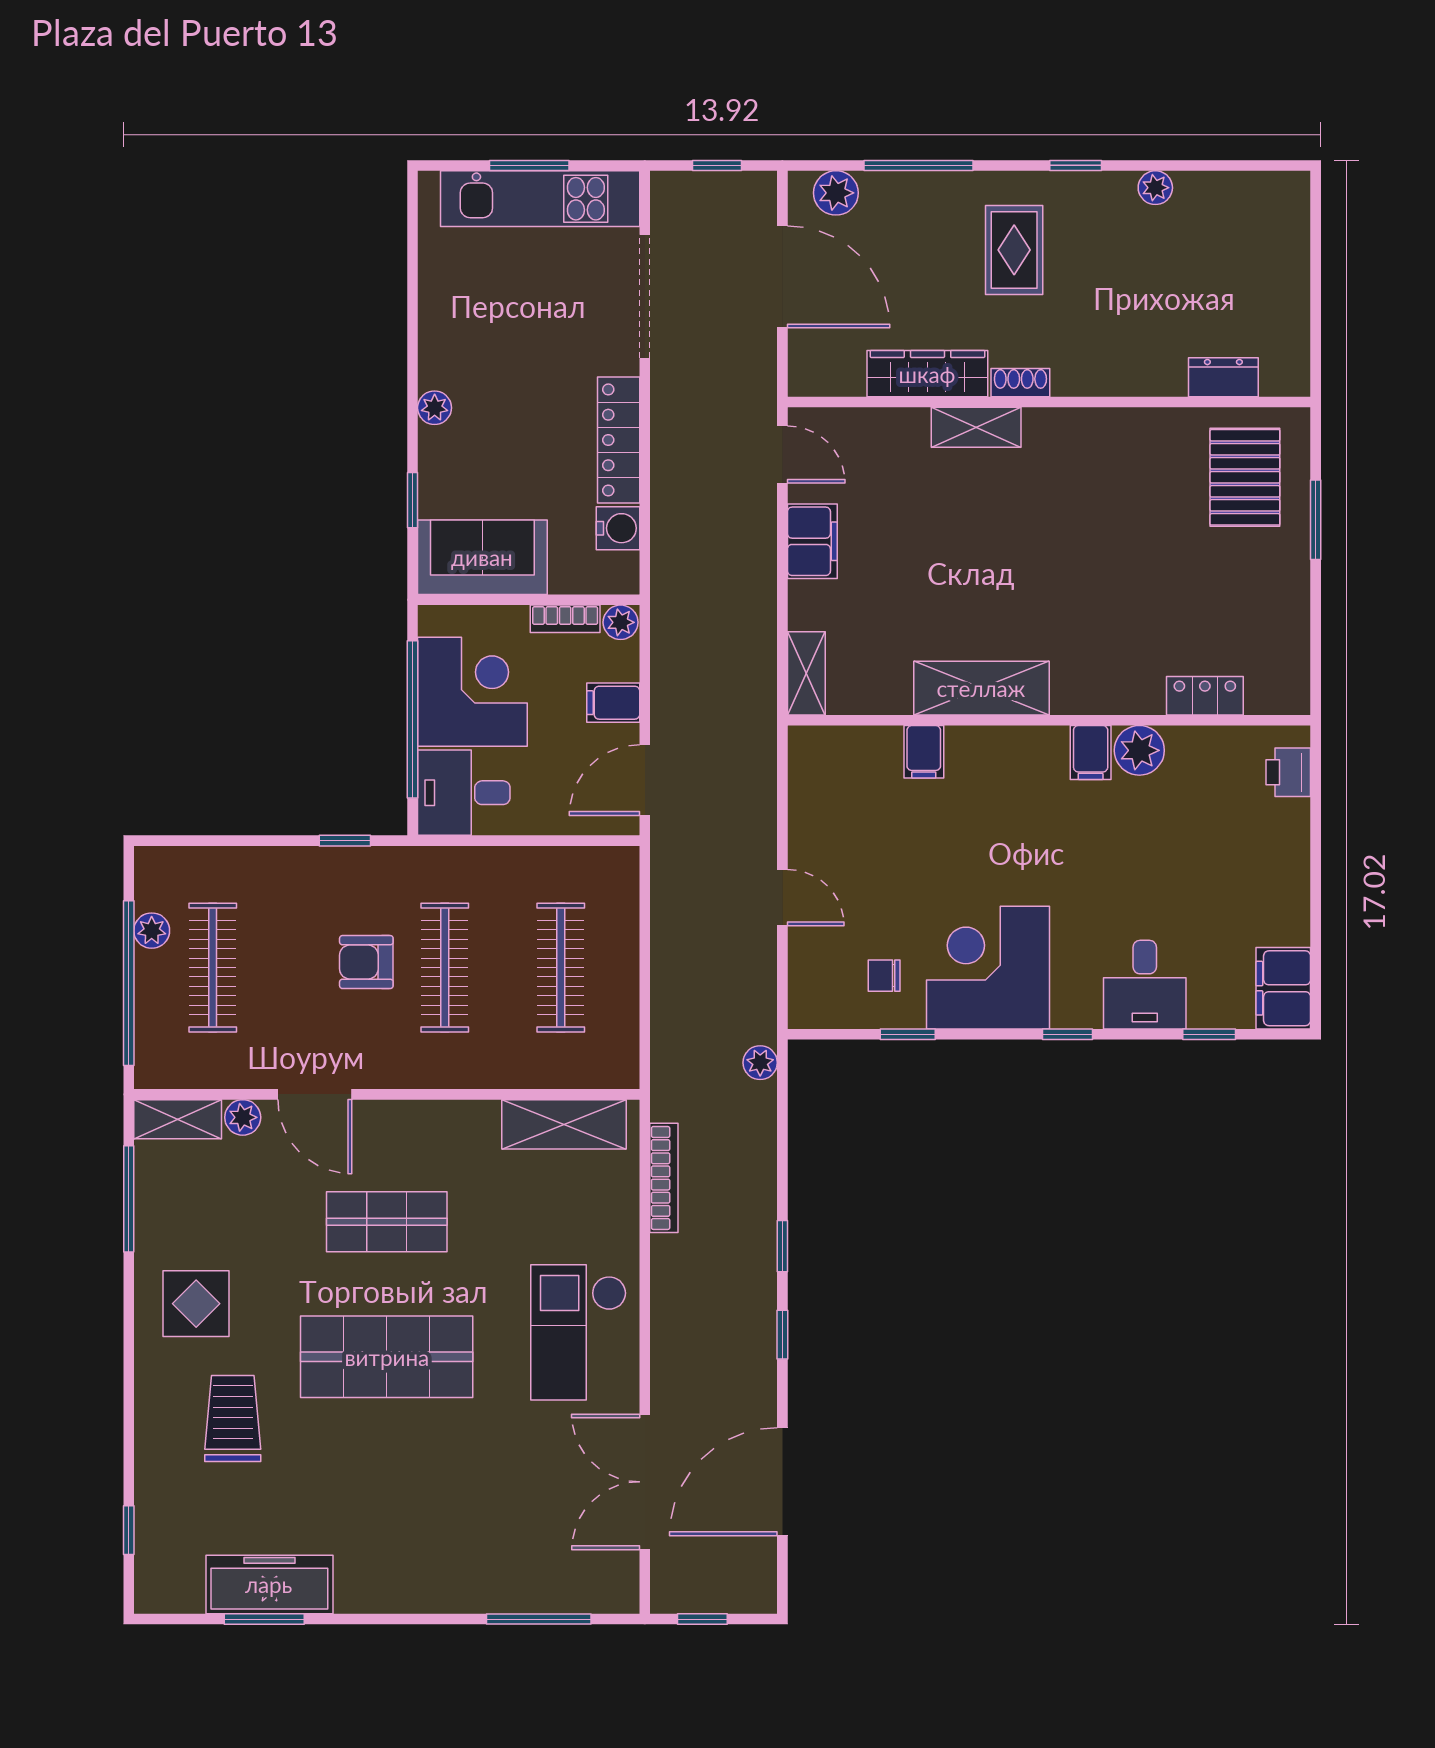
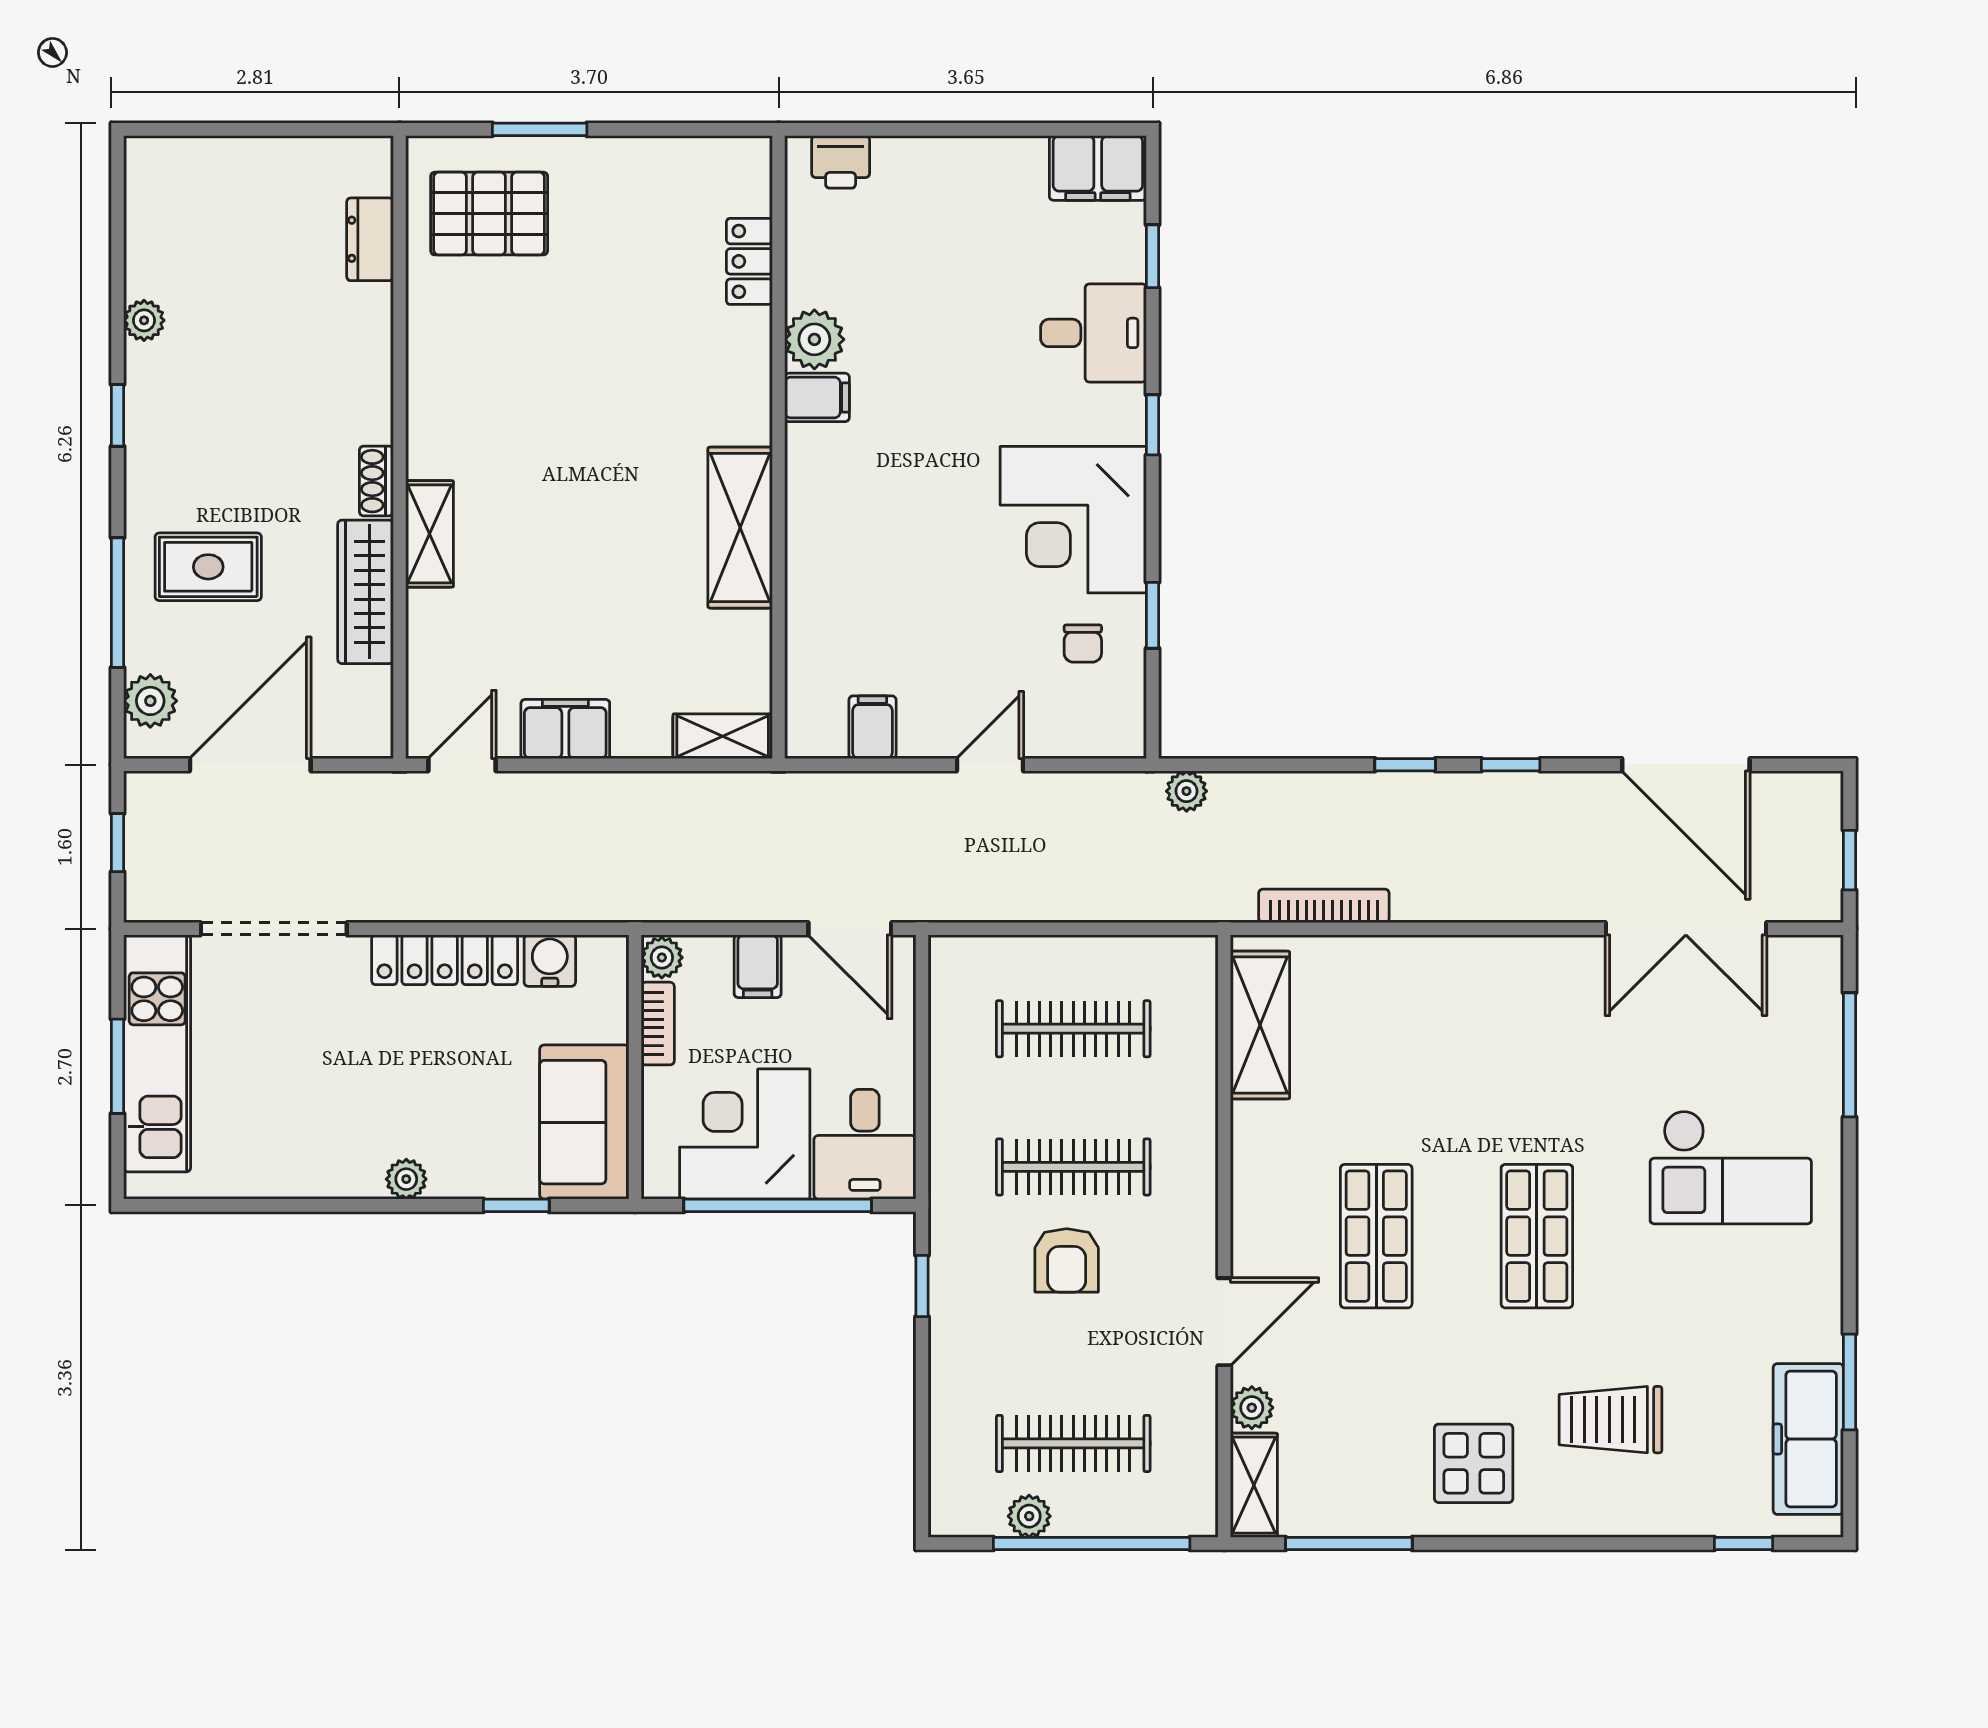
rug: (1014, 250) -> (208, 567), moved
filing cabinet: (924, 752) -> (872, 727), moved, turned -90
checkout: (579, 1332) -> (1731, 1167), moved
shop shelf: (387, 1357) -> (1537, 1236), width x0.70, depth x0.74
freezer: (269, 1584) -> (1808, 1439), moved

